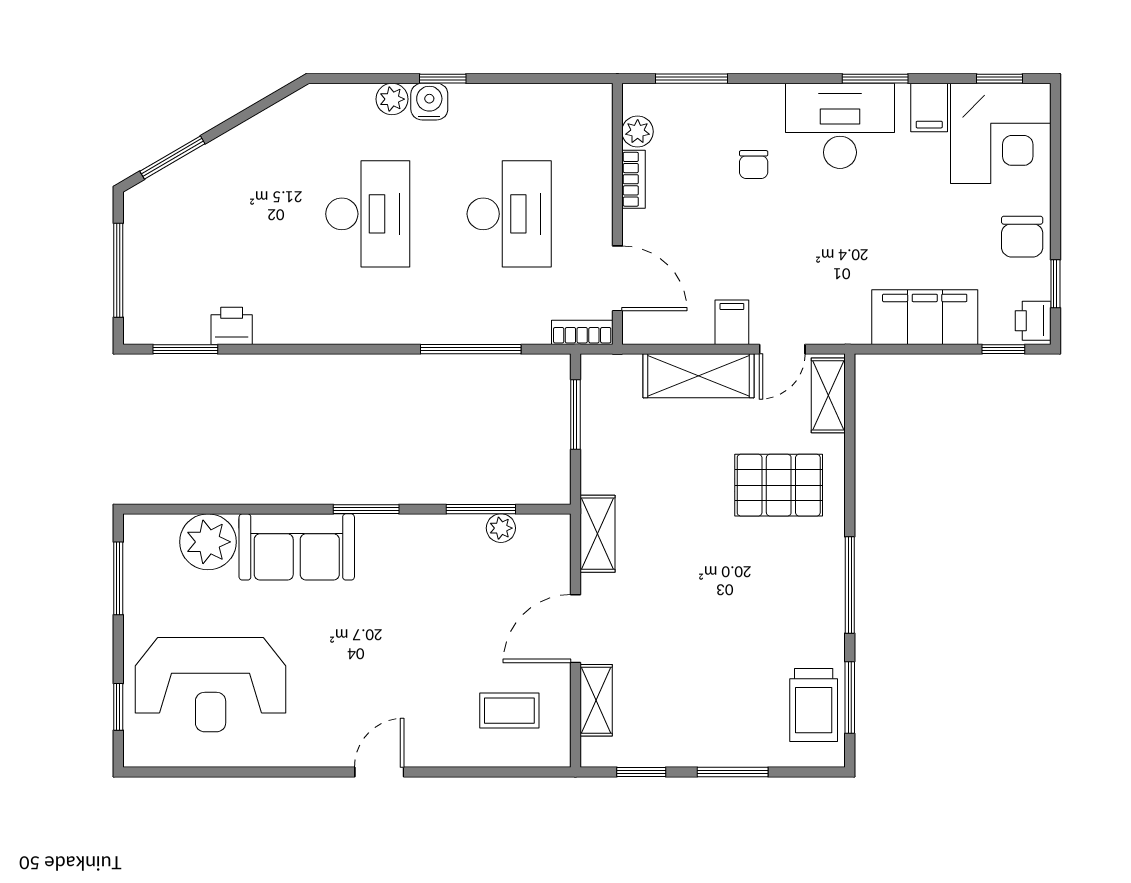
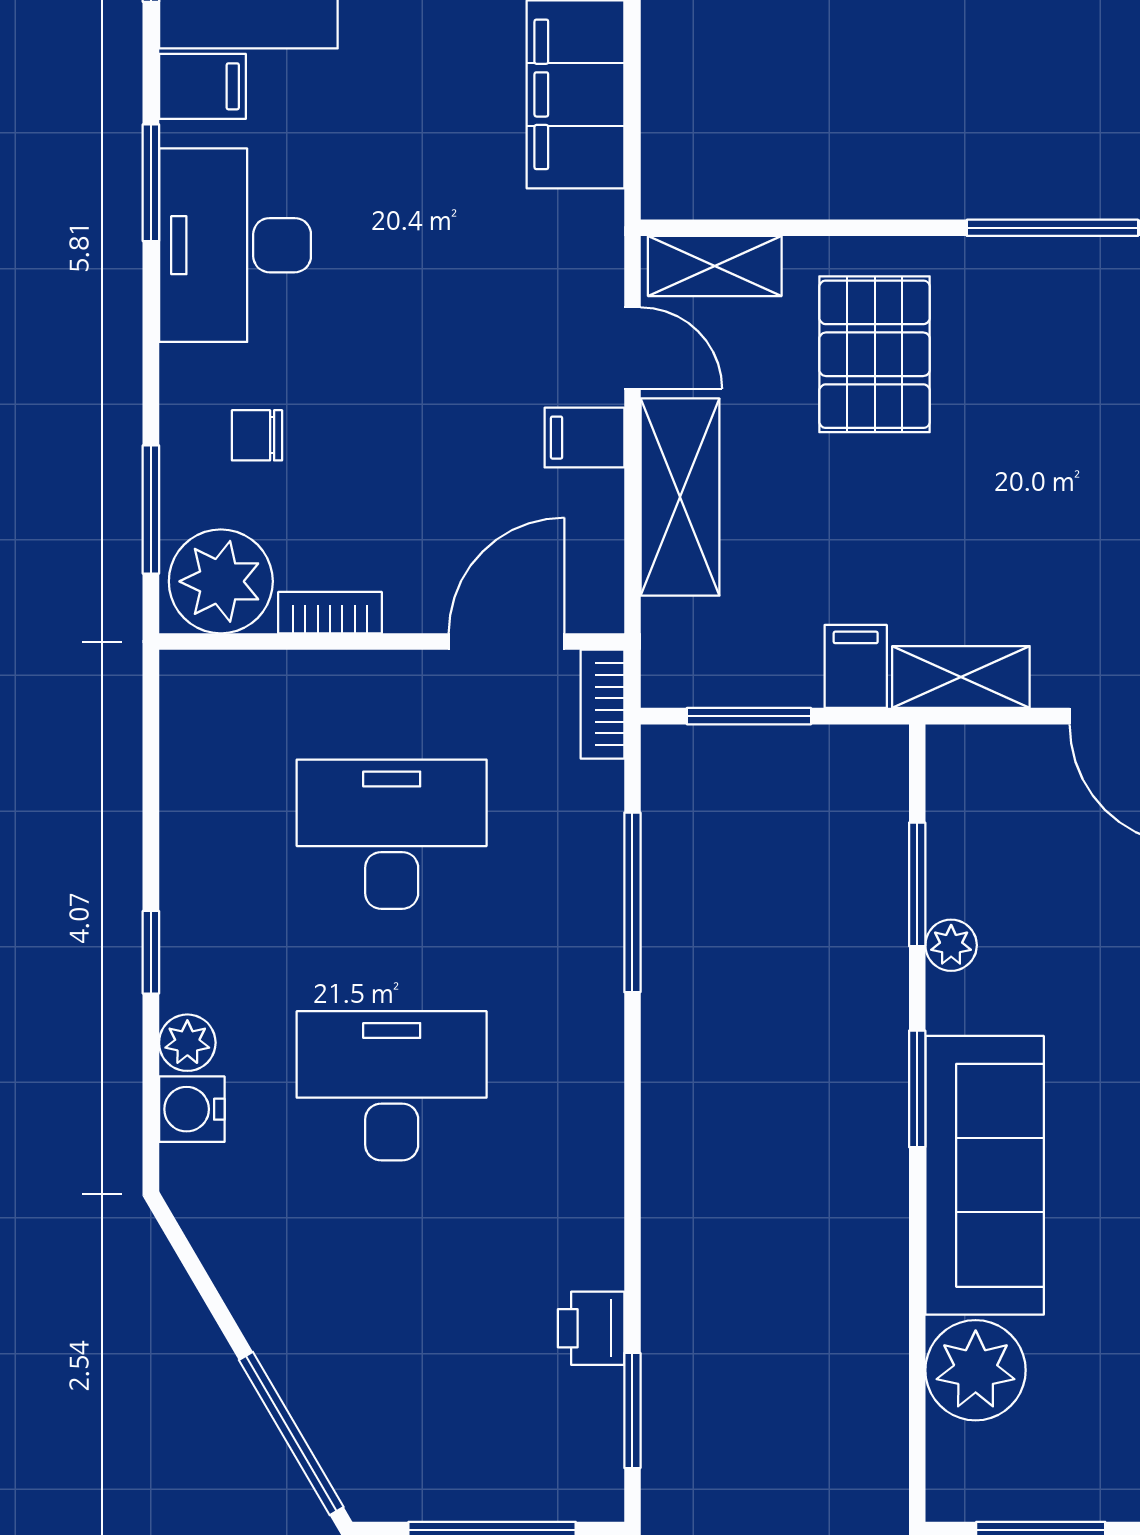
water cooler: (429, 102) -> (192, 1109), moved
plant: (638, 132) -> (221, 581), width x1.88, depth x1.88
window: (172, 157) -> (291, 1433), width x1.44
chair: (754, 165) -> (257, 435), moved, turned 180
filing cabinet: (603, 474) -> (856, 666), added
plant: (501, 528) -> (951, 945), moved
sofa: (297, 547) -> (985, 1175), width x1.36

